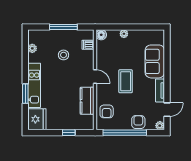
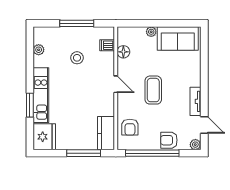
floor lamp: (101, 35) -> (123, 52), moved
sofa: (155, 61) -> (178, 38), moved, turned -90
kitchen counter: (87, 101) -> (106, 133), moved
door: (167, 110) -> (204, 125), hinge flipped
armchair: (138, 122) -> (169, 140), turned -90
window: (69, 133) -> (84, 153), width x2.17

